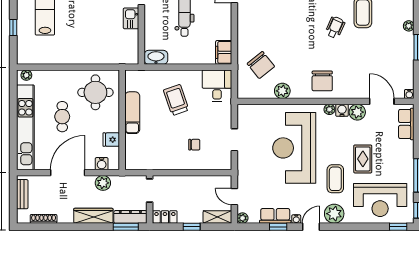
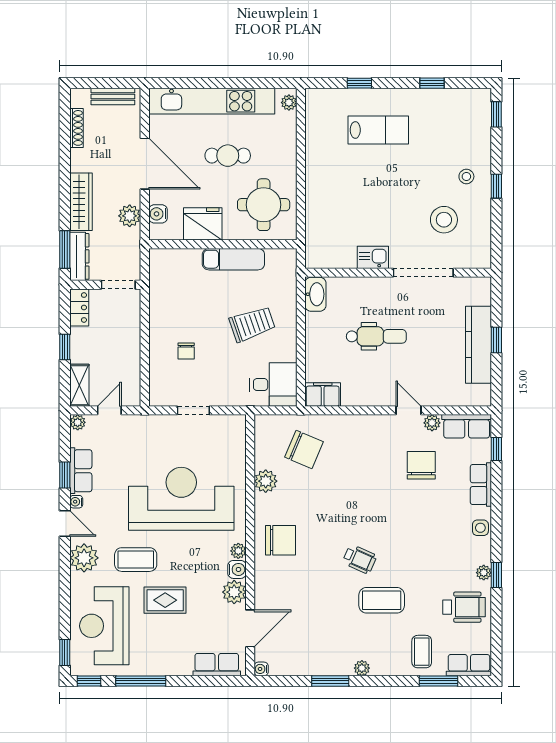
chair: (261, 65) -> (304, 449), turned -118
chair: (322, 81) -> (280, 540), turned 180
fridge: (111, 140) -> (203, 224), width x1.88, depth x1.34

